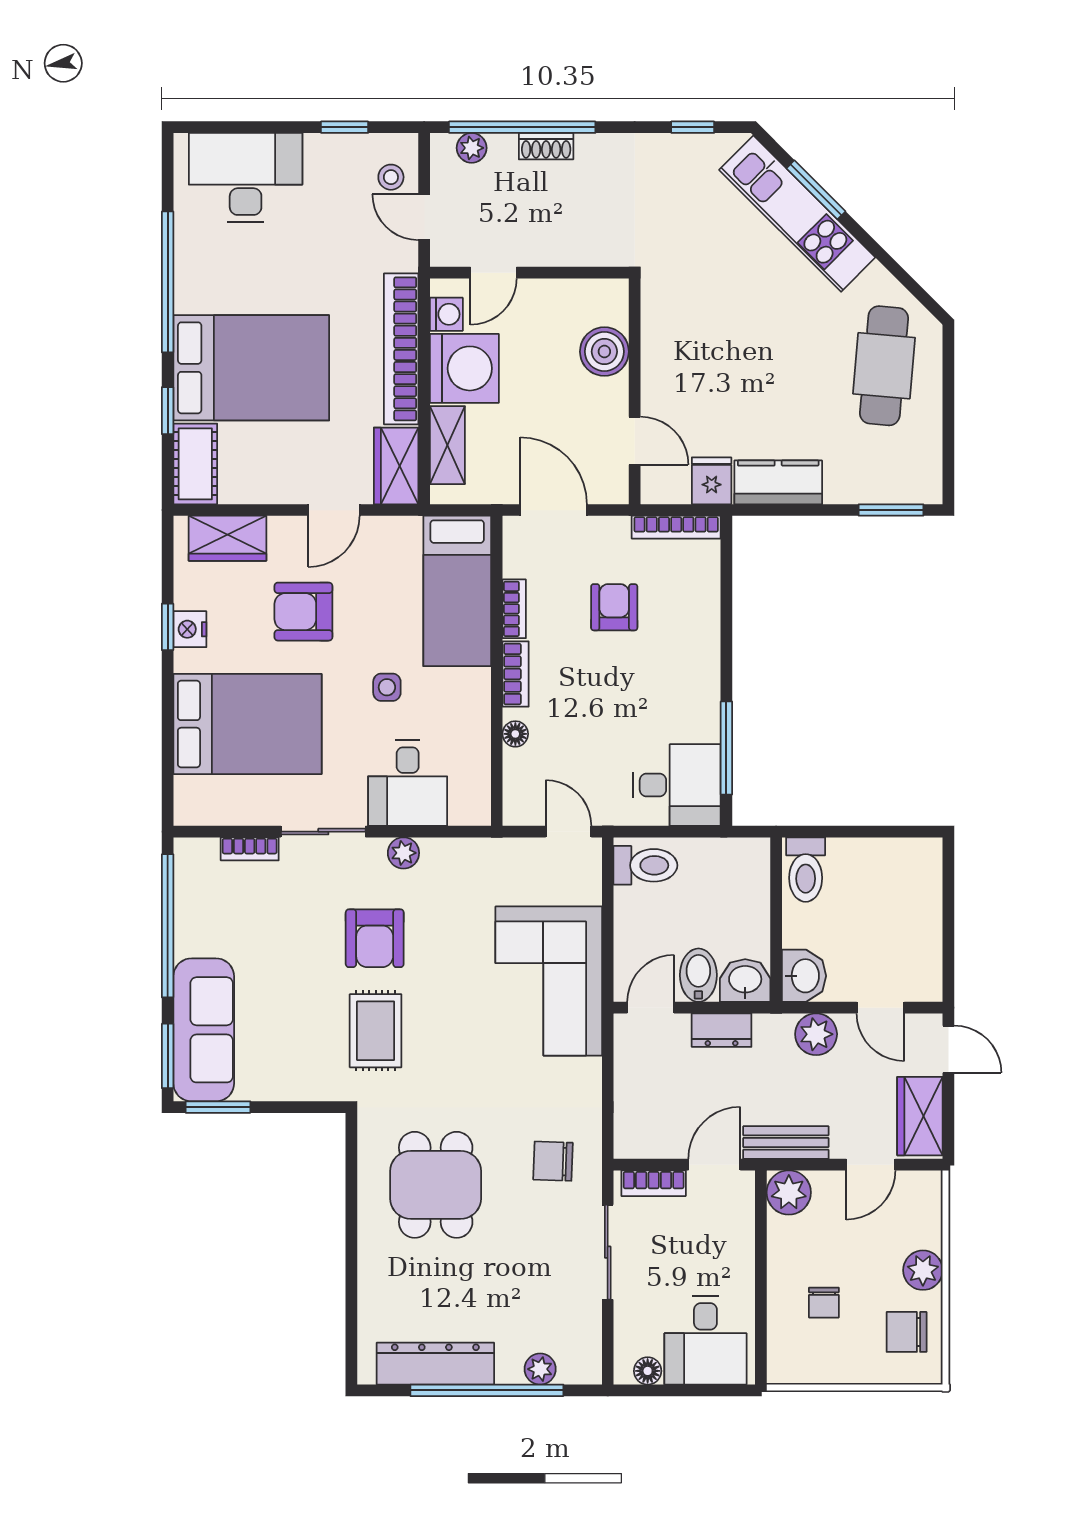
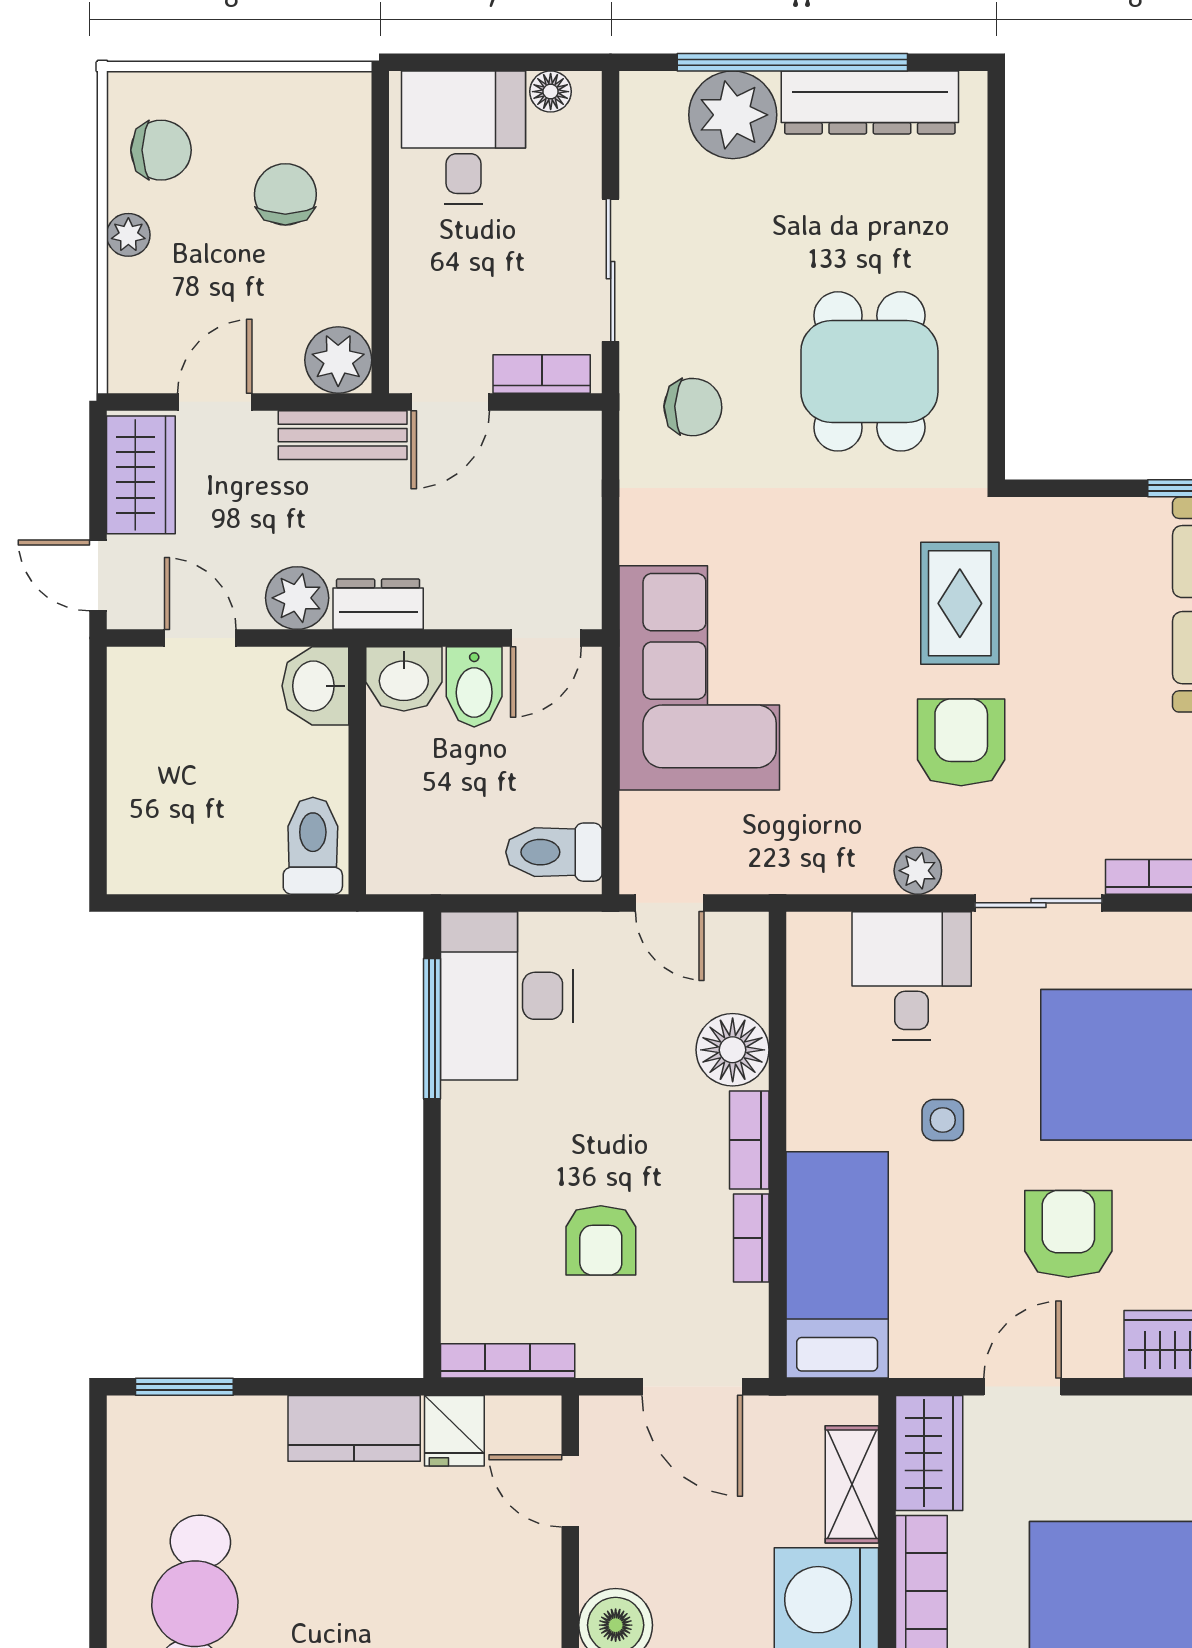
armchair: (303, 612) -> (1068, 1234), turned -90
floor lamp: (515, 734) -> (733, 1050), width x1.89, depth x1.89
desk: (677, 785) -> (507, 996), width x1.37
dresser: (722, 1030) -> (378, 604), moved
plant: (923, 1270) -> (128, 235), width x0.73, depth x0.73
chair: (824, 1303) -> (285, 194), width x1.37, depth x1.37
plant: (540, 1369) -> (733, 115), width x1.88, depth x1.88

